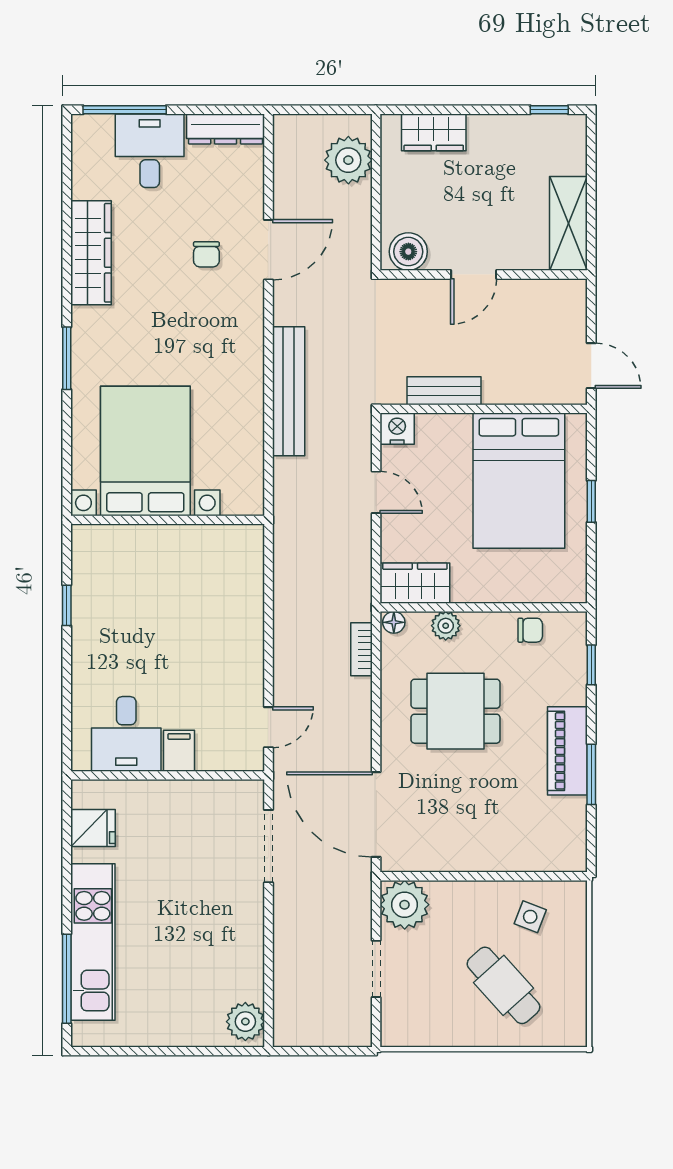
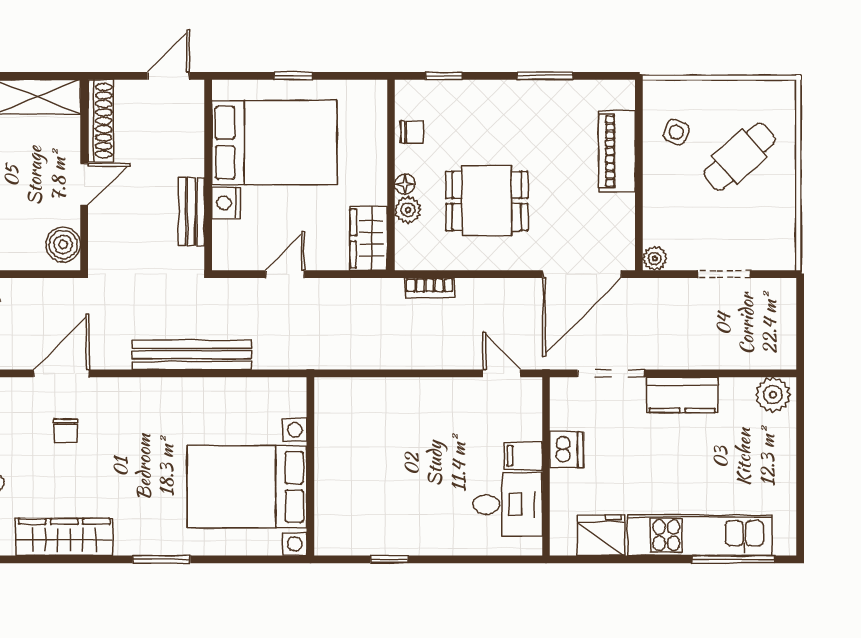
door: (268, 250) -> (61, 373), hinge flipped
chair: (206, 254) -> (66, 431), turned 90
door: (474, 274) -> (84, 184), hinge flipped
shoe rack: (543, 292) -> (101, 121), added
nightstand: (397, 429) -> (226, 203), moved
floor lamp: (394, 622) -> (405, 184), moved
chair: (530, 630) -> (412, 132), turned 90
dining table: (456, 711) -> (487, 201), turned 90
piano: (567, 751) -> (617, 151), moved, turned 90
dishwasher: (186, 798) -> (566, 450), added
fridge: (93, 828) -> (601, 535), width x1.38
plant: (405, 905) -> (655, 258), width x0.53, depth x0.53
kitchen counter: (245, 923) -> (682, 395), added

